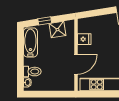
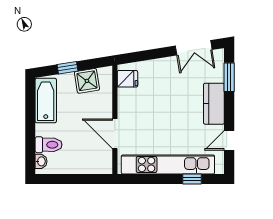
fridge: (84, 39) -> (127, 79), moved
door: (76, 64) -> (115, 134), swing flipped

